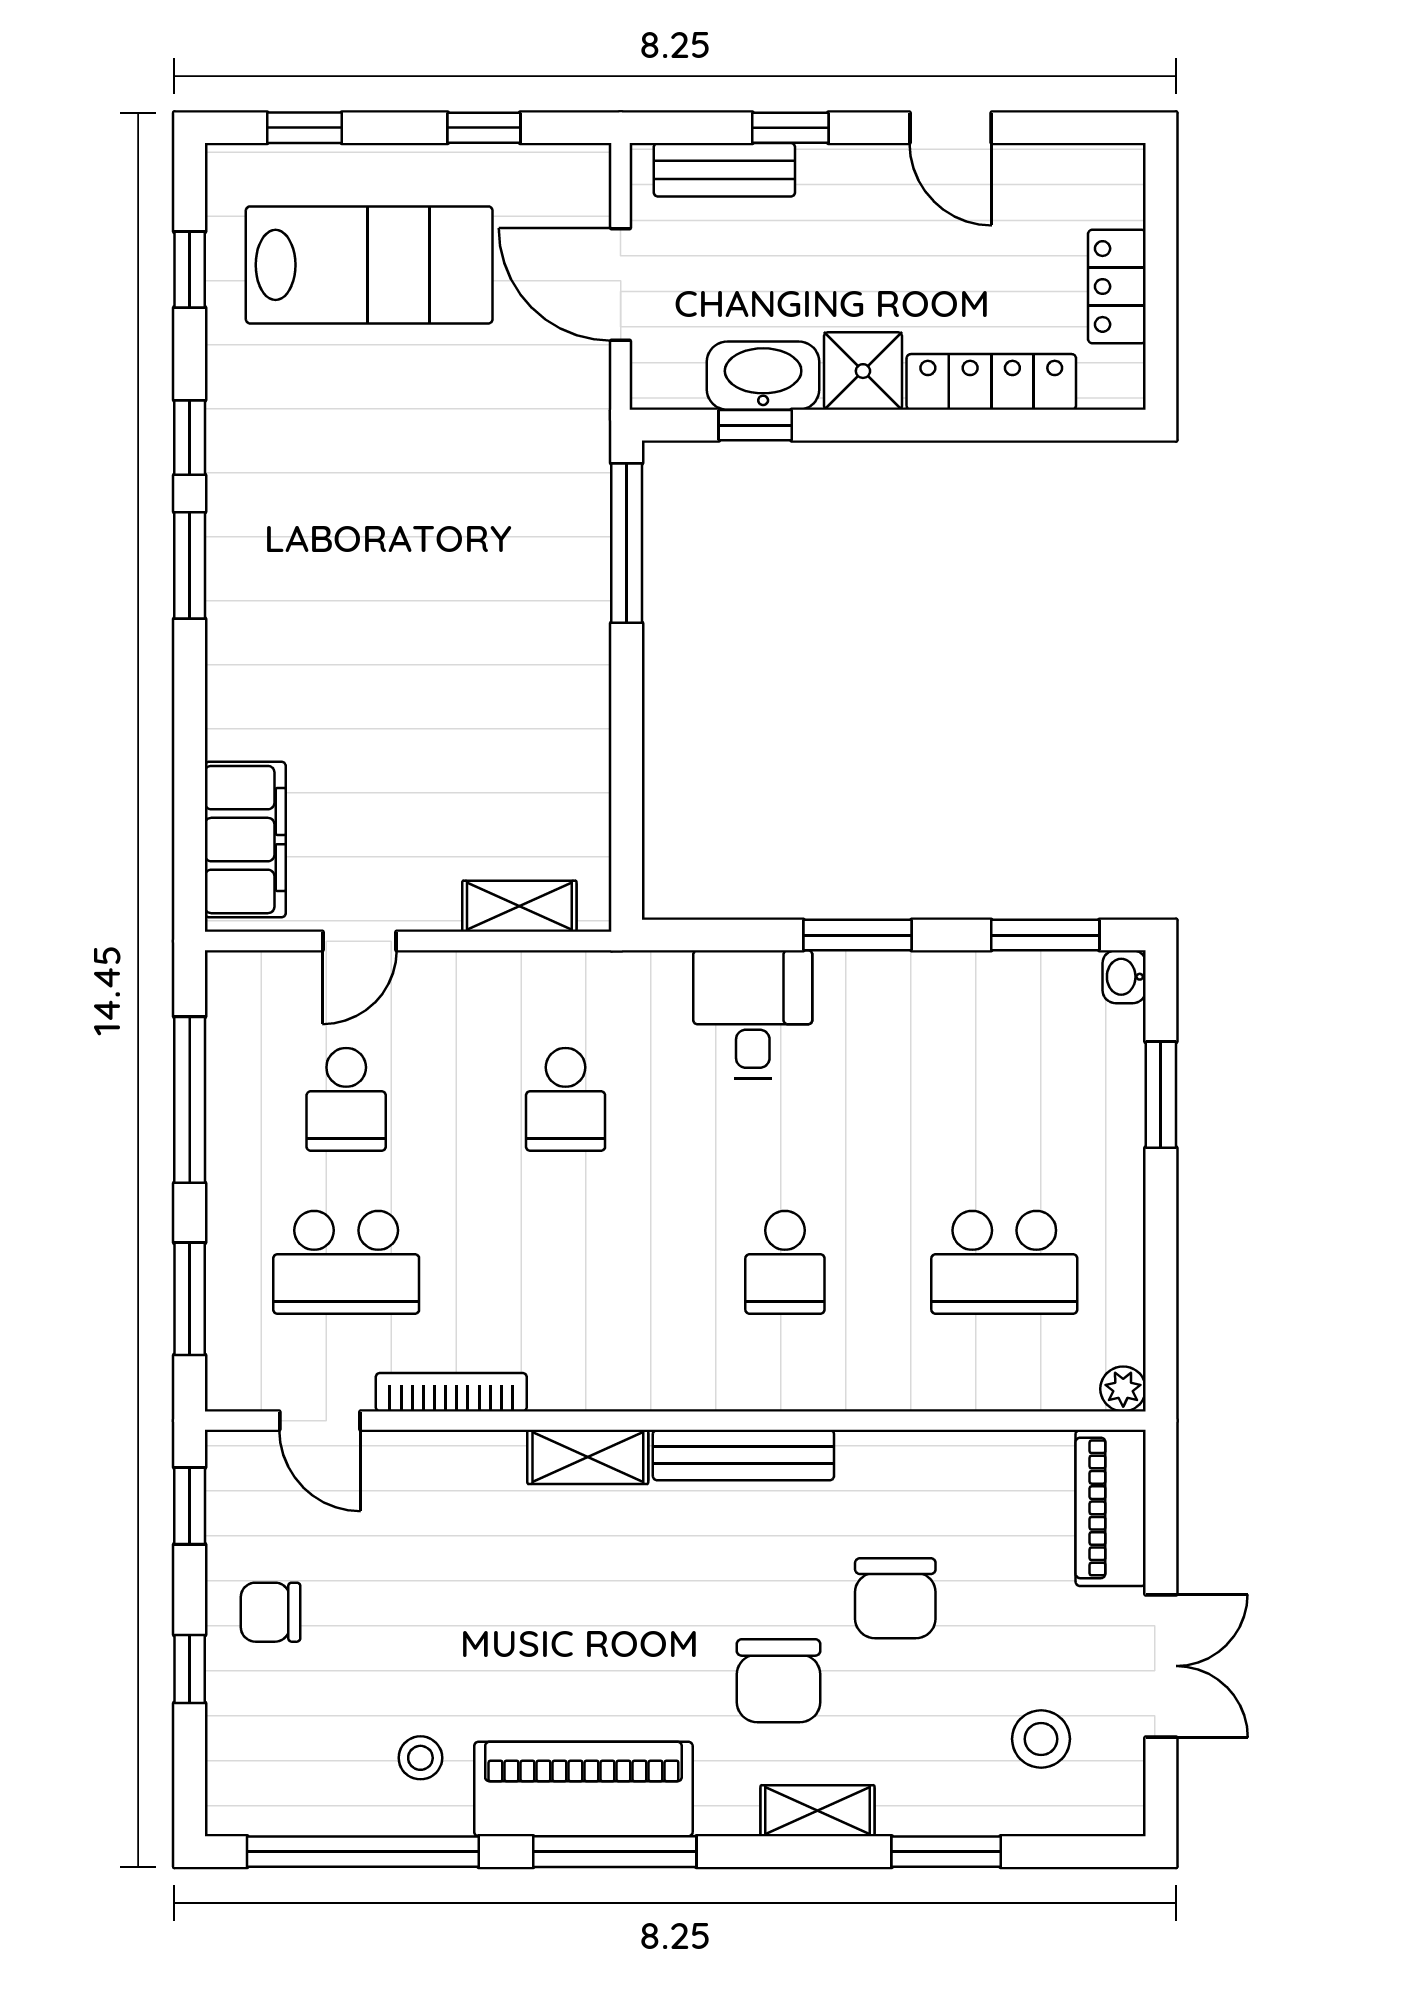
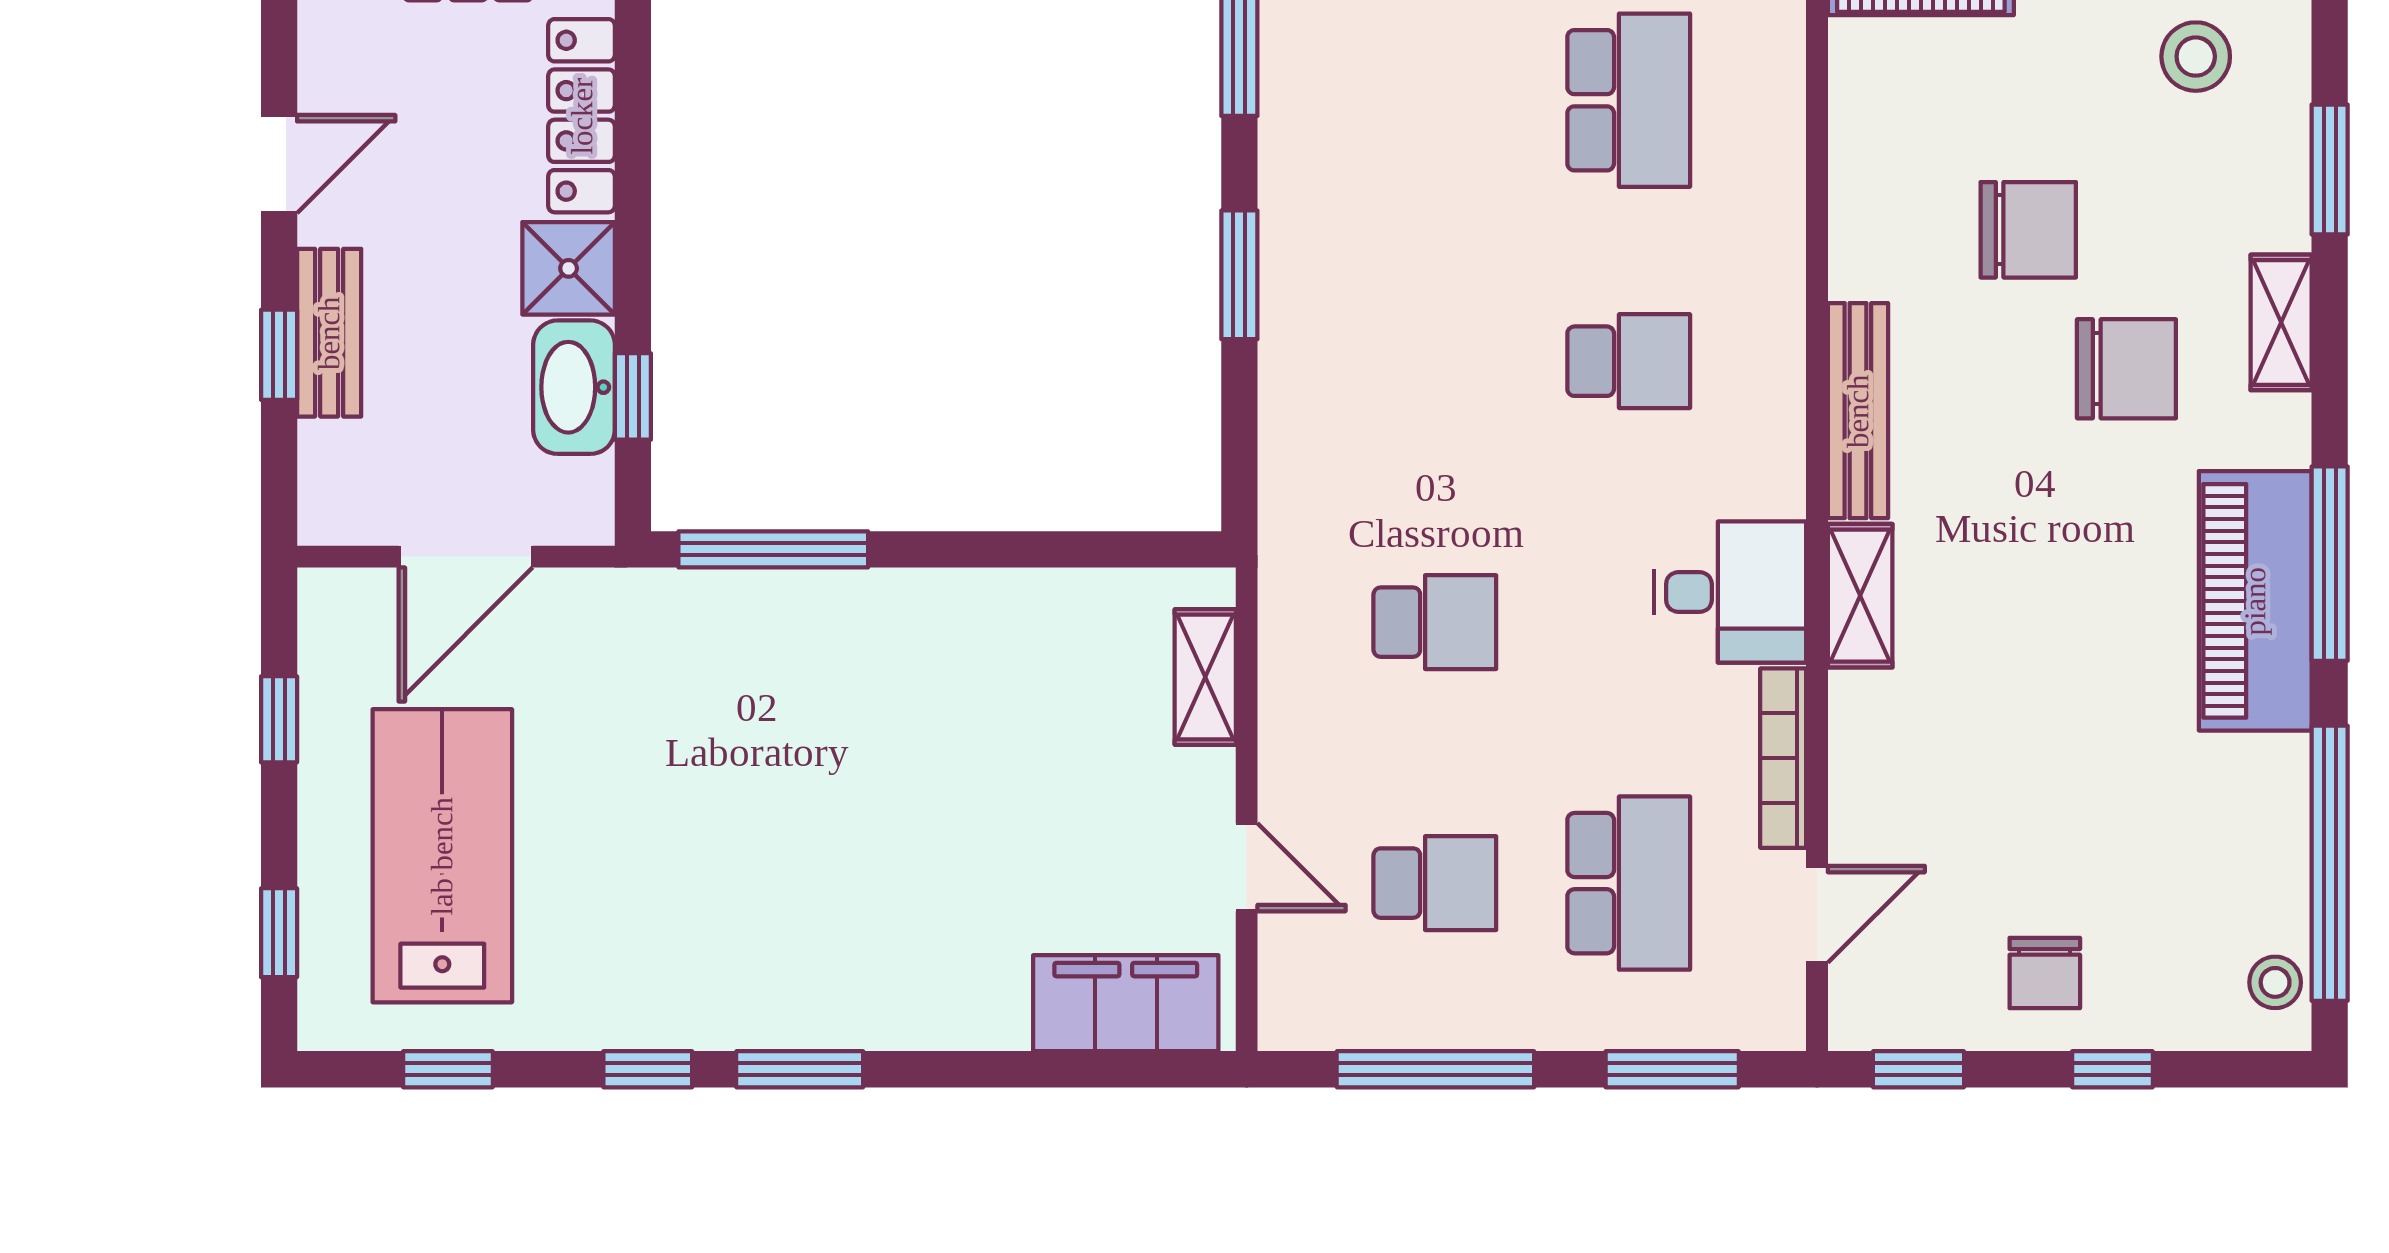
bench: (724, 170) -> (329, 333), moved
desk: (753, 1014) -> (1730, 592), moved, turned 180
stool: (420, 1758) -> (2275, 982), moved

